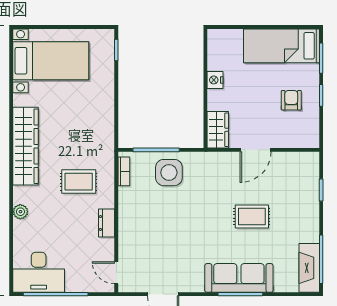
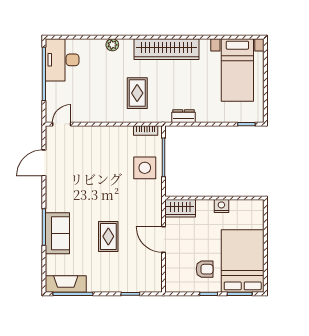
bed: (281, 46) -> (243, 261), width x1.50
dresser: (107, 223) -> (184, 116), moved
sofa: (239, 278) -> (57, 233), width x0.73

